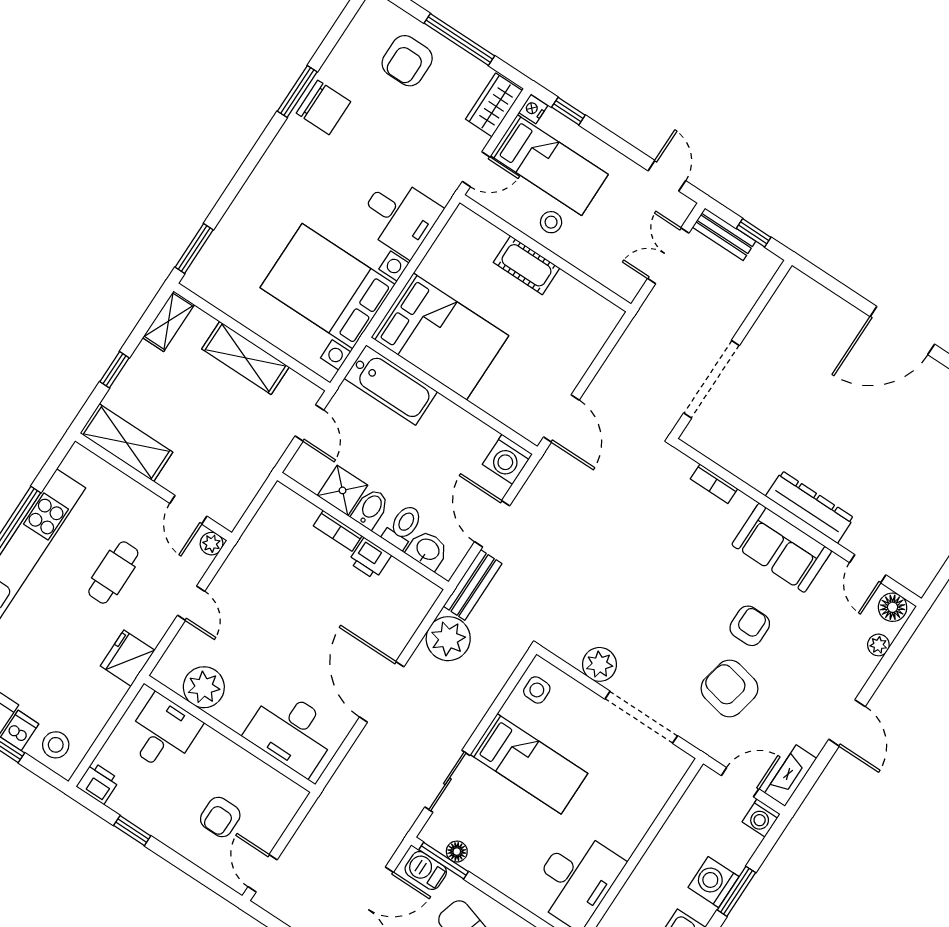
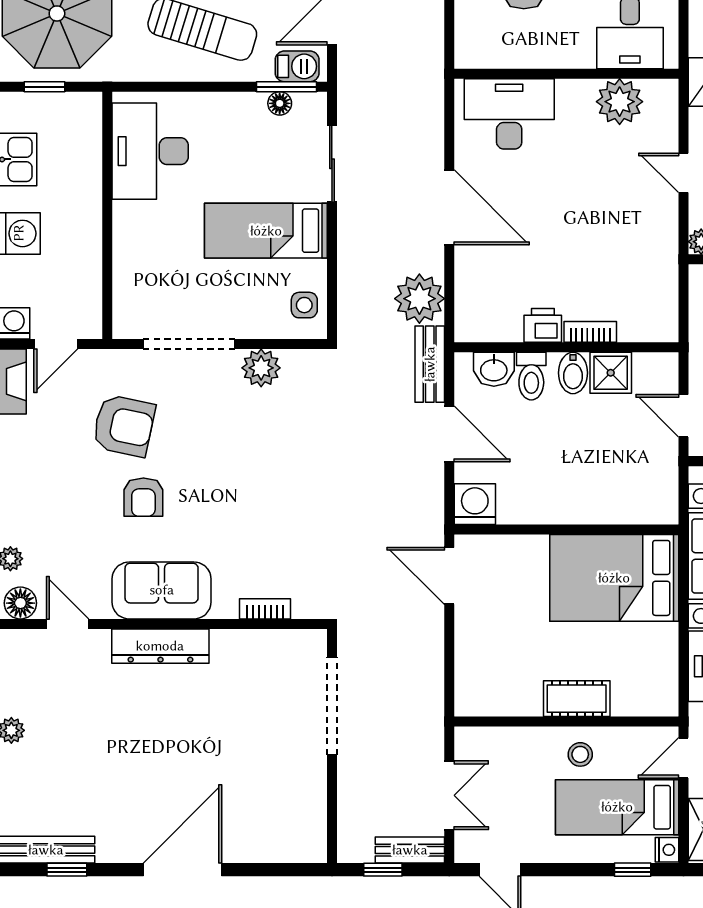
bathtub: (391, 385) -> (630, 502), removed

